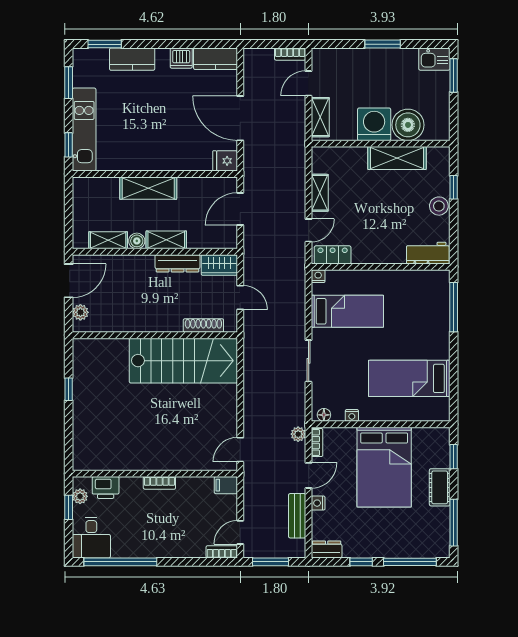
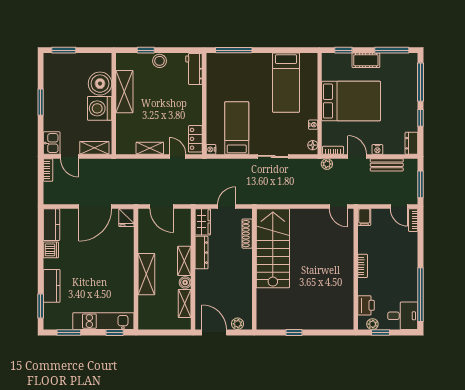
kitchen sink: (434, 59) -> (52, 143), moved

